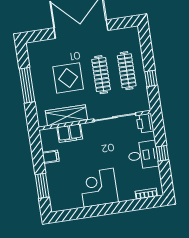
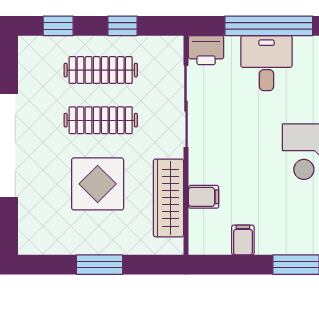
window: (146, 46) -> (58, 26), added
window: (27, 85) -> (100, 265), width x0.69
filing cabinet: (70, 133) -> (204, 197), width x0.50
window: (162, 153) -> (269, 26), width x3.17

